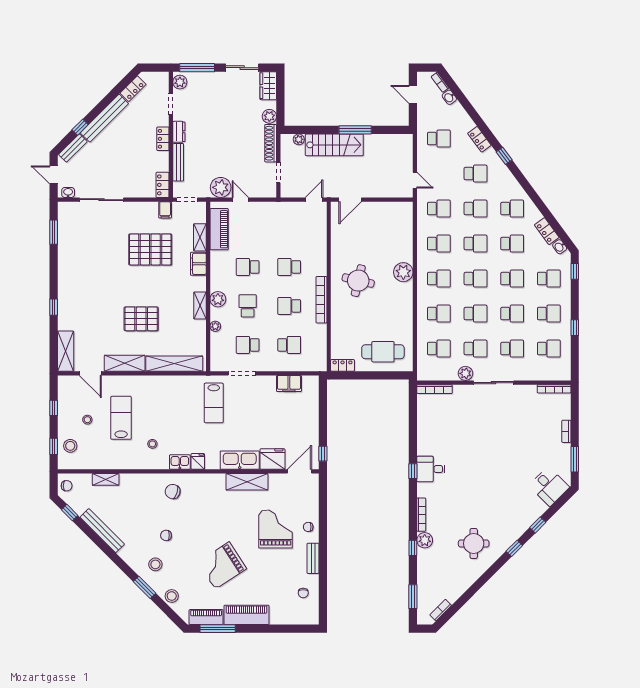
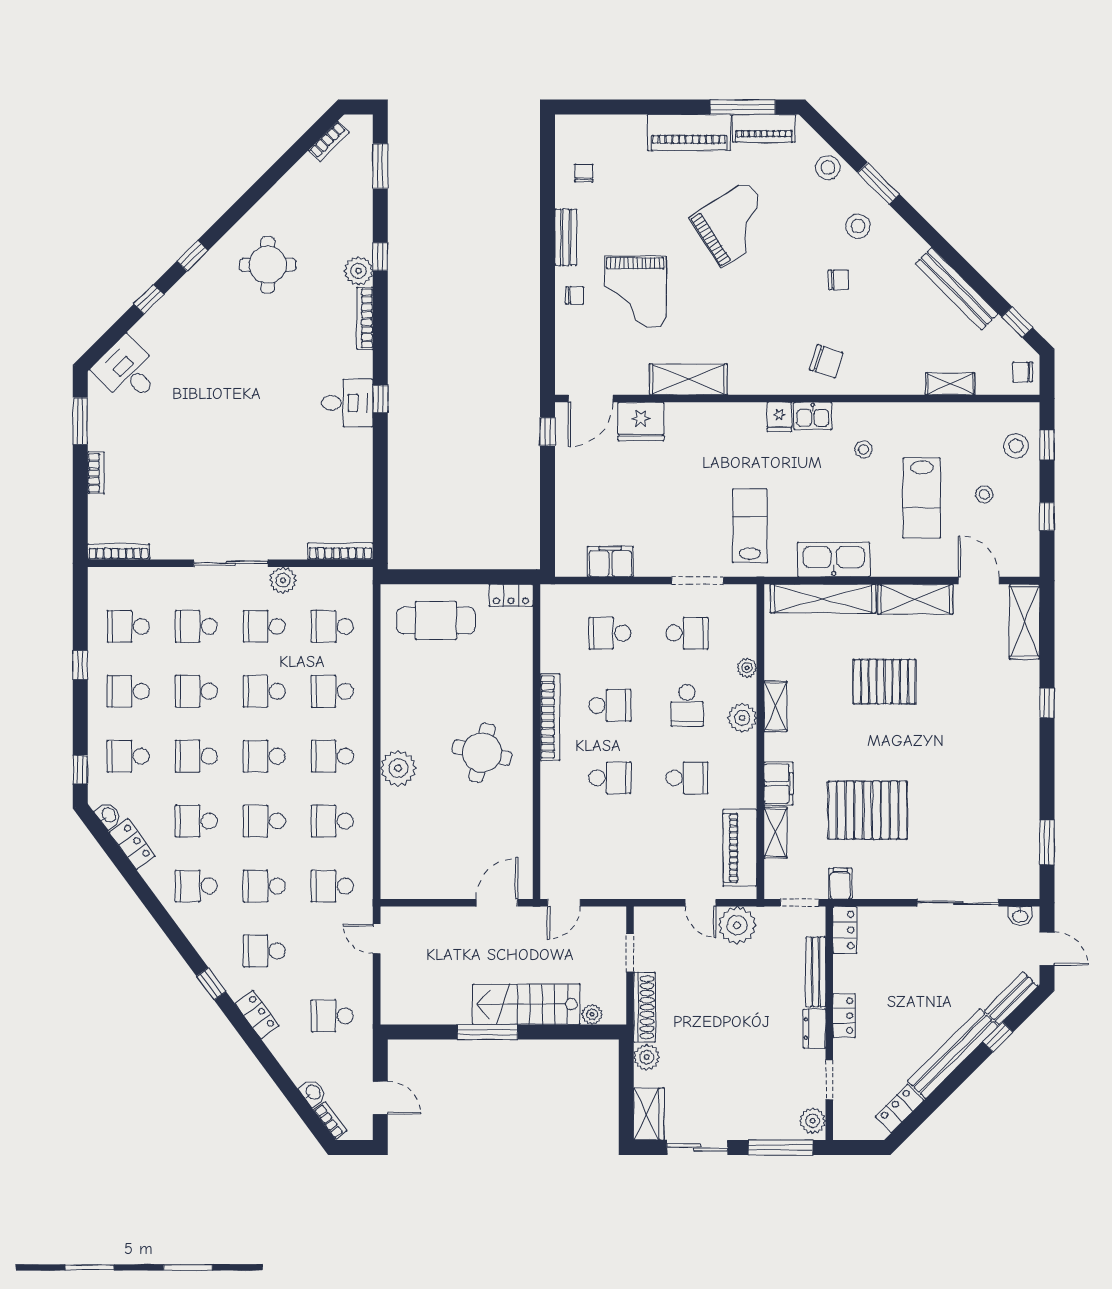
kitchen sink: (240, 460) -> (834, 560), moved, turned 180

